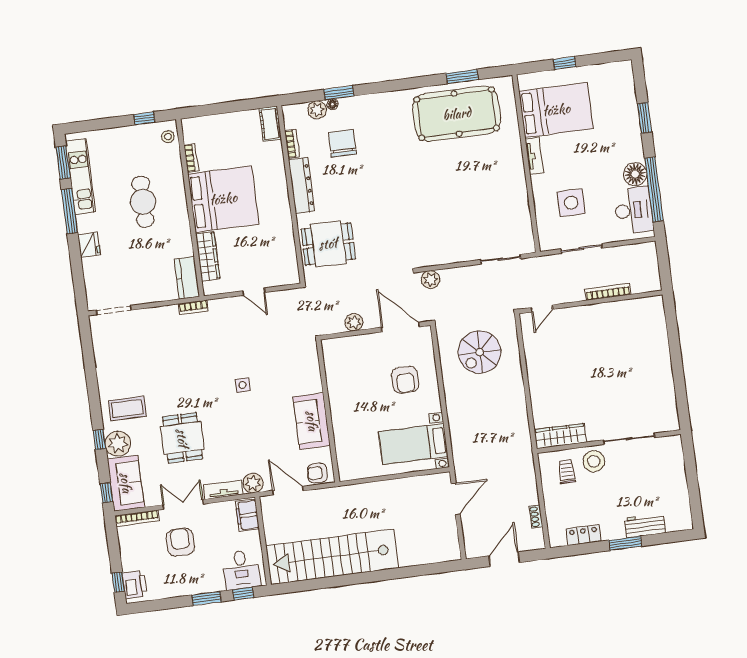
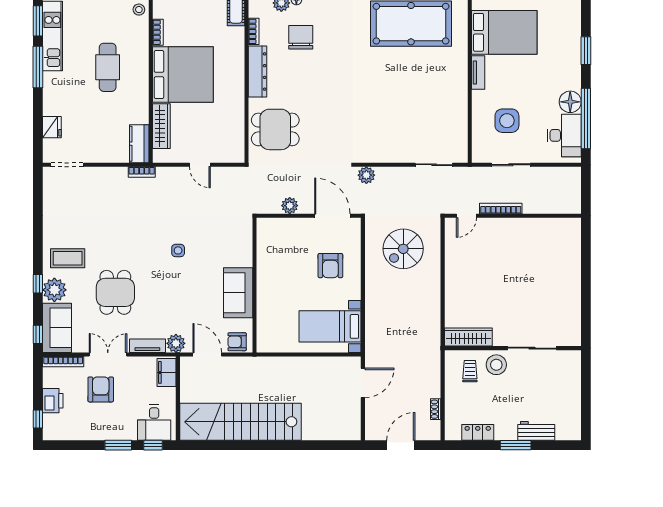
fridge: (89, 245) -> (52, 127), moved
bookcase: (608, 292) -> (501, 208), moved
printer: (135, 585) -> (53, 401), moved

